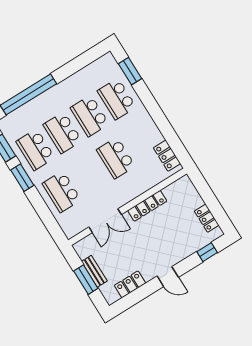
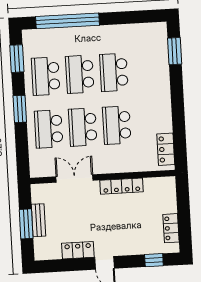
school desk: (117, 99) -> (83, 127), moved
window: (22, 178) -> (20, 109), moved
double door: (105, 221) -> (74, 179), swing flipped
locker: (130, 284) -> (78, 250), moved

